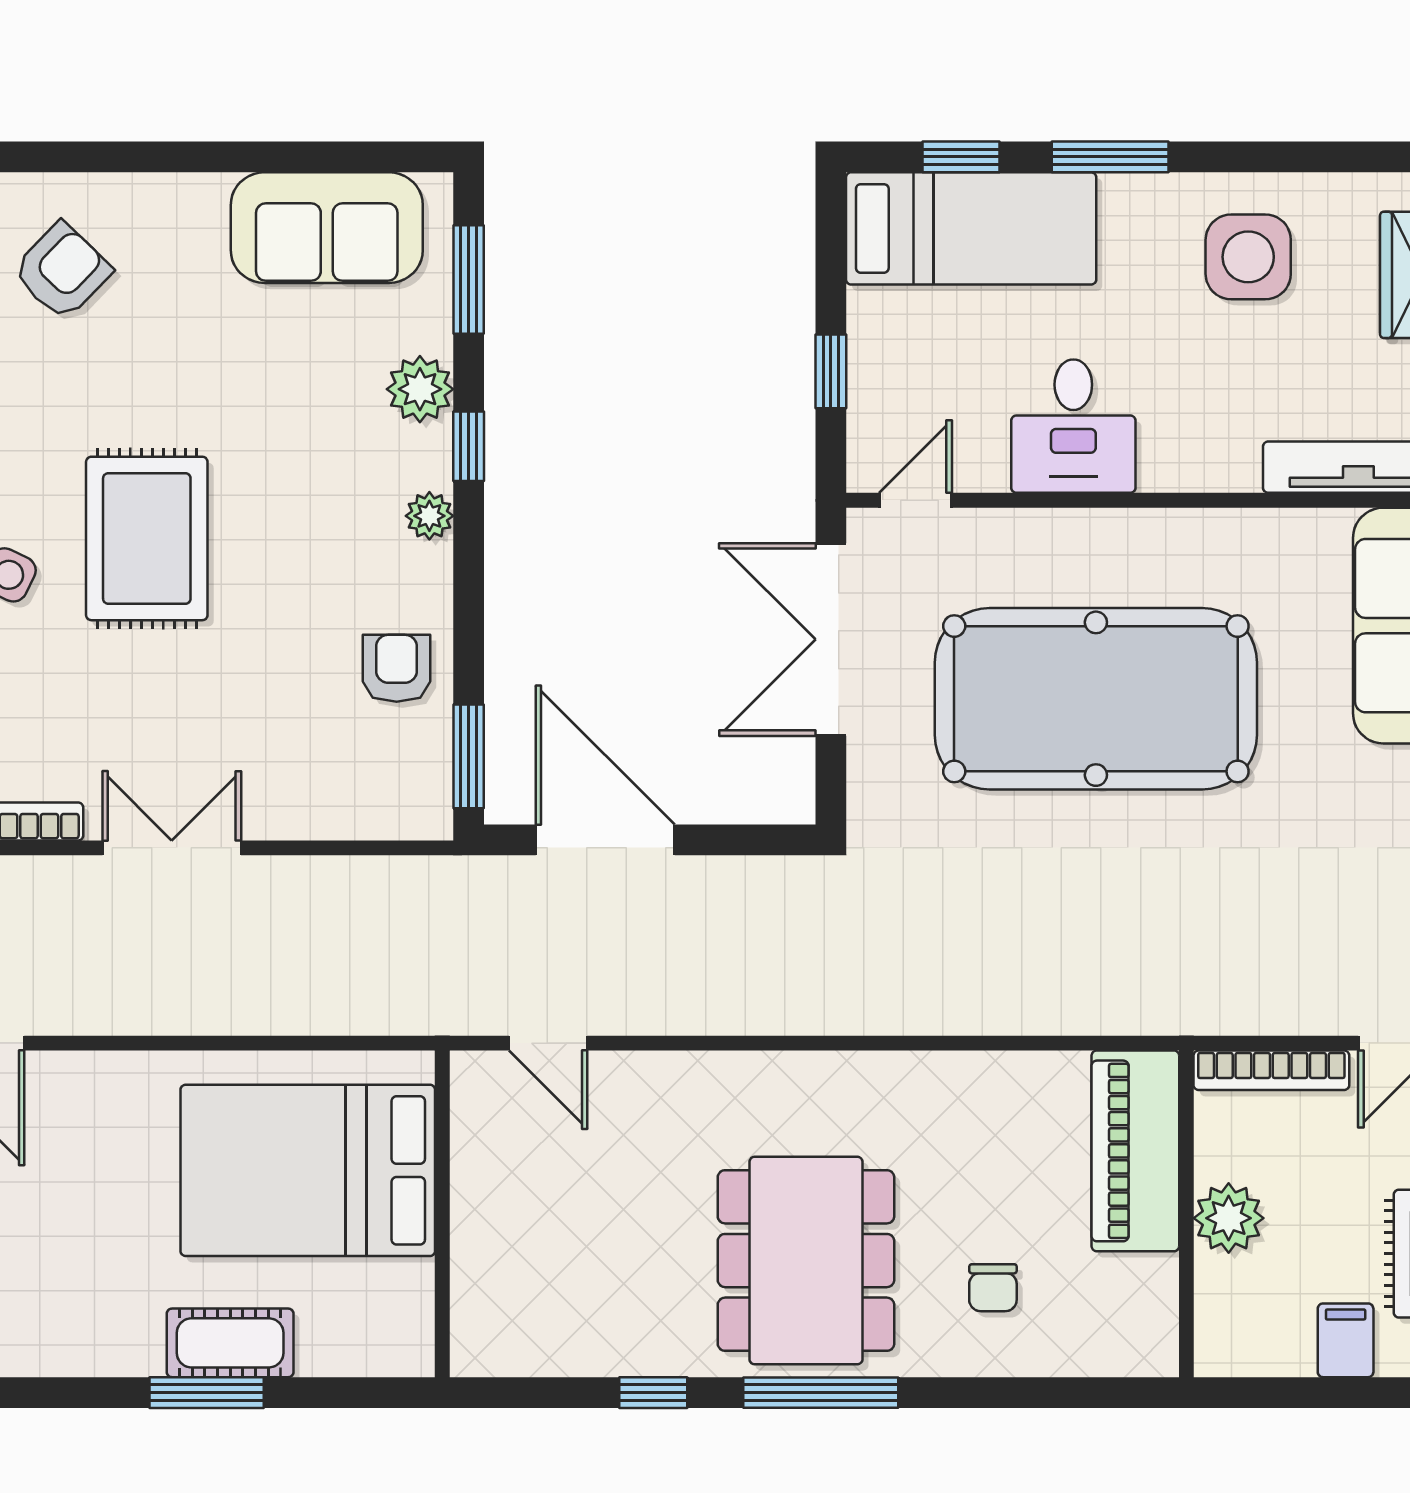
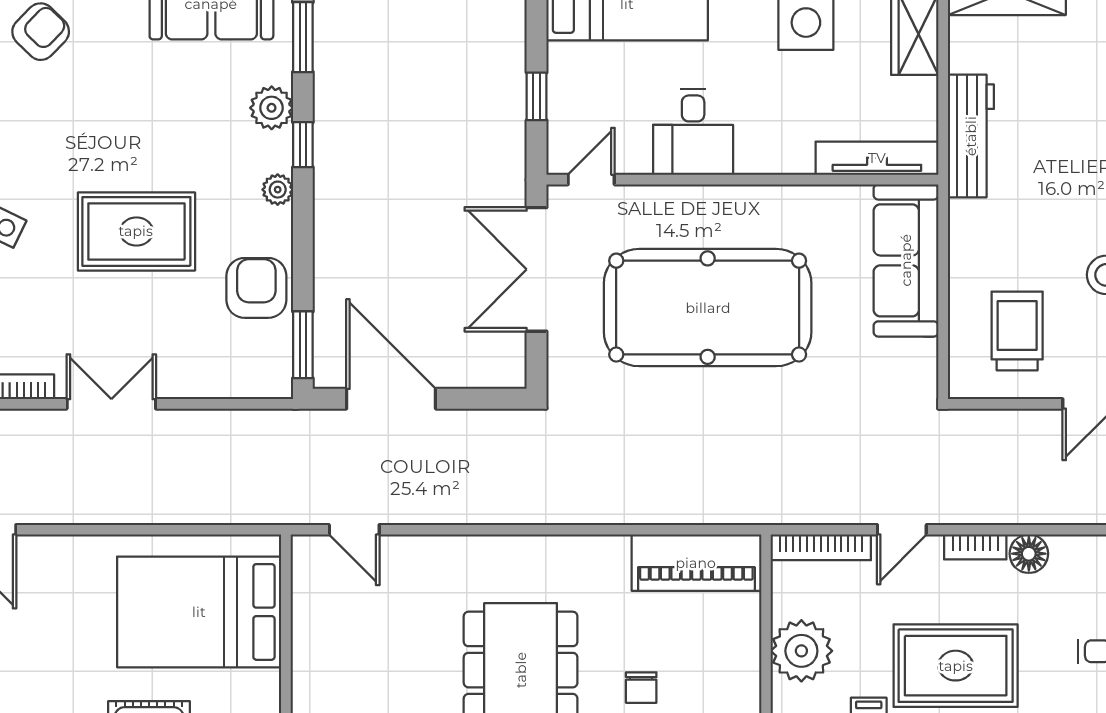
rug: (147, 538) -> (136, 231), moved, turned 90
armchair: (397, 668) -> (256, 288), width x1.38, depth x1.38
piano: (1135, 1151) -> (696, 563), moved, turned -90
plant: (1229, 1218) -> (801, 651), width x1.36, depth x1.36

